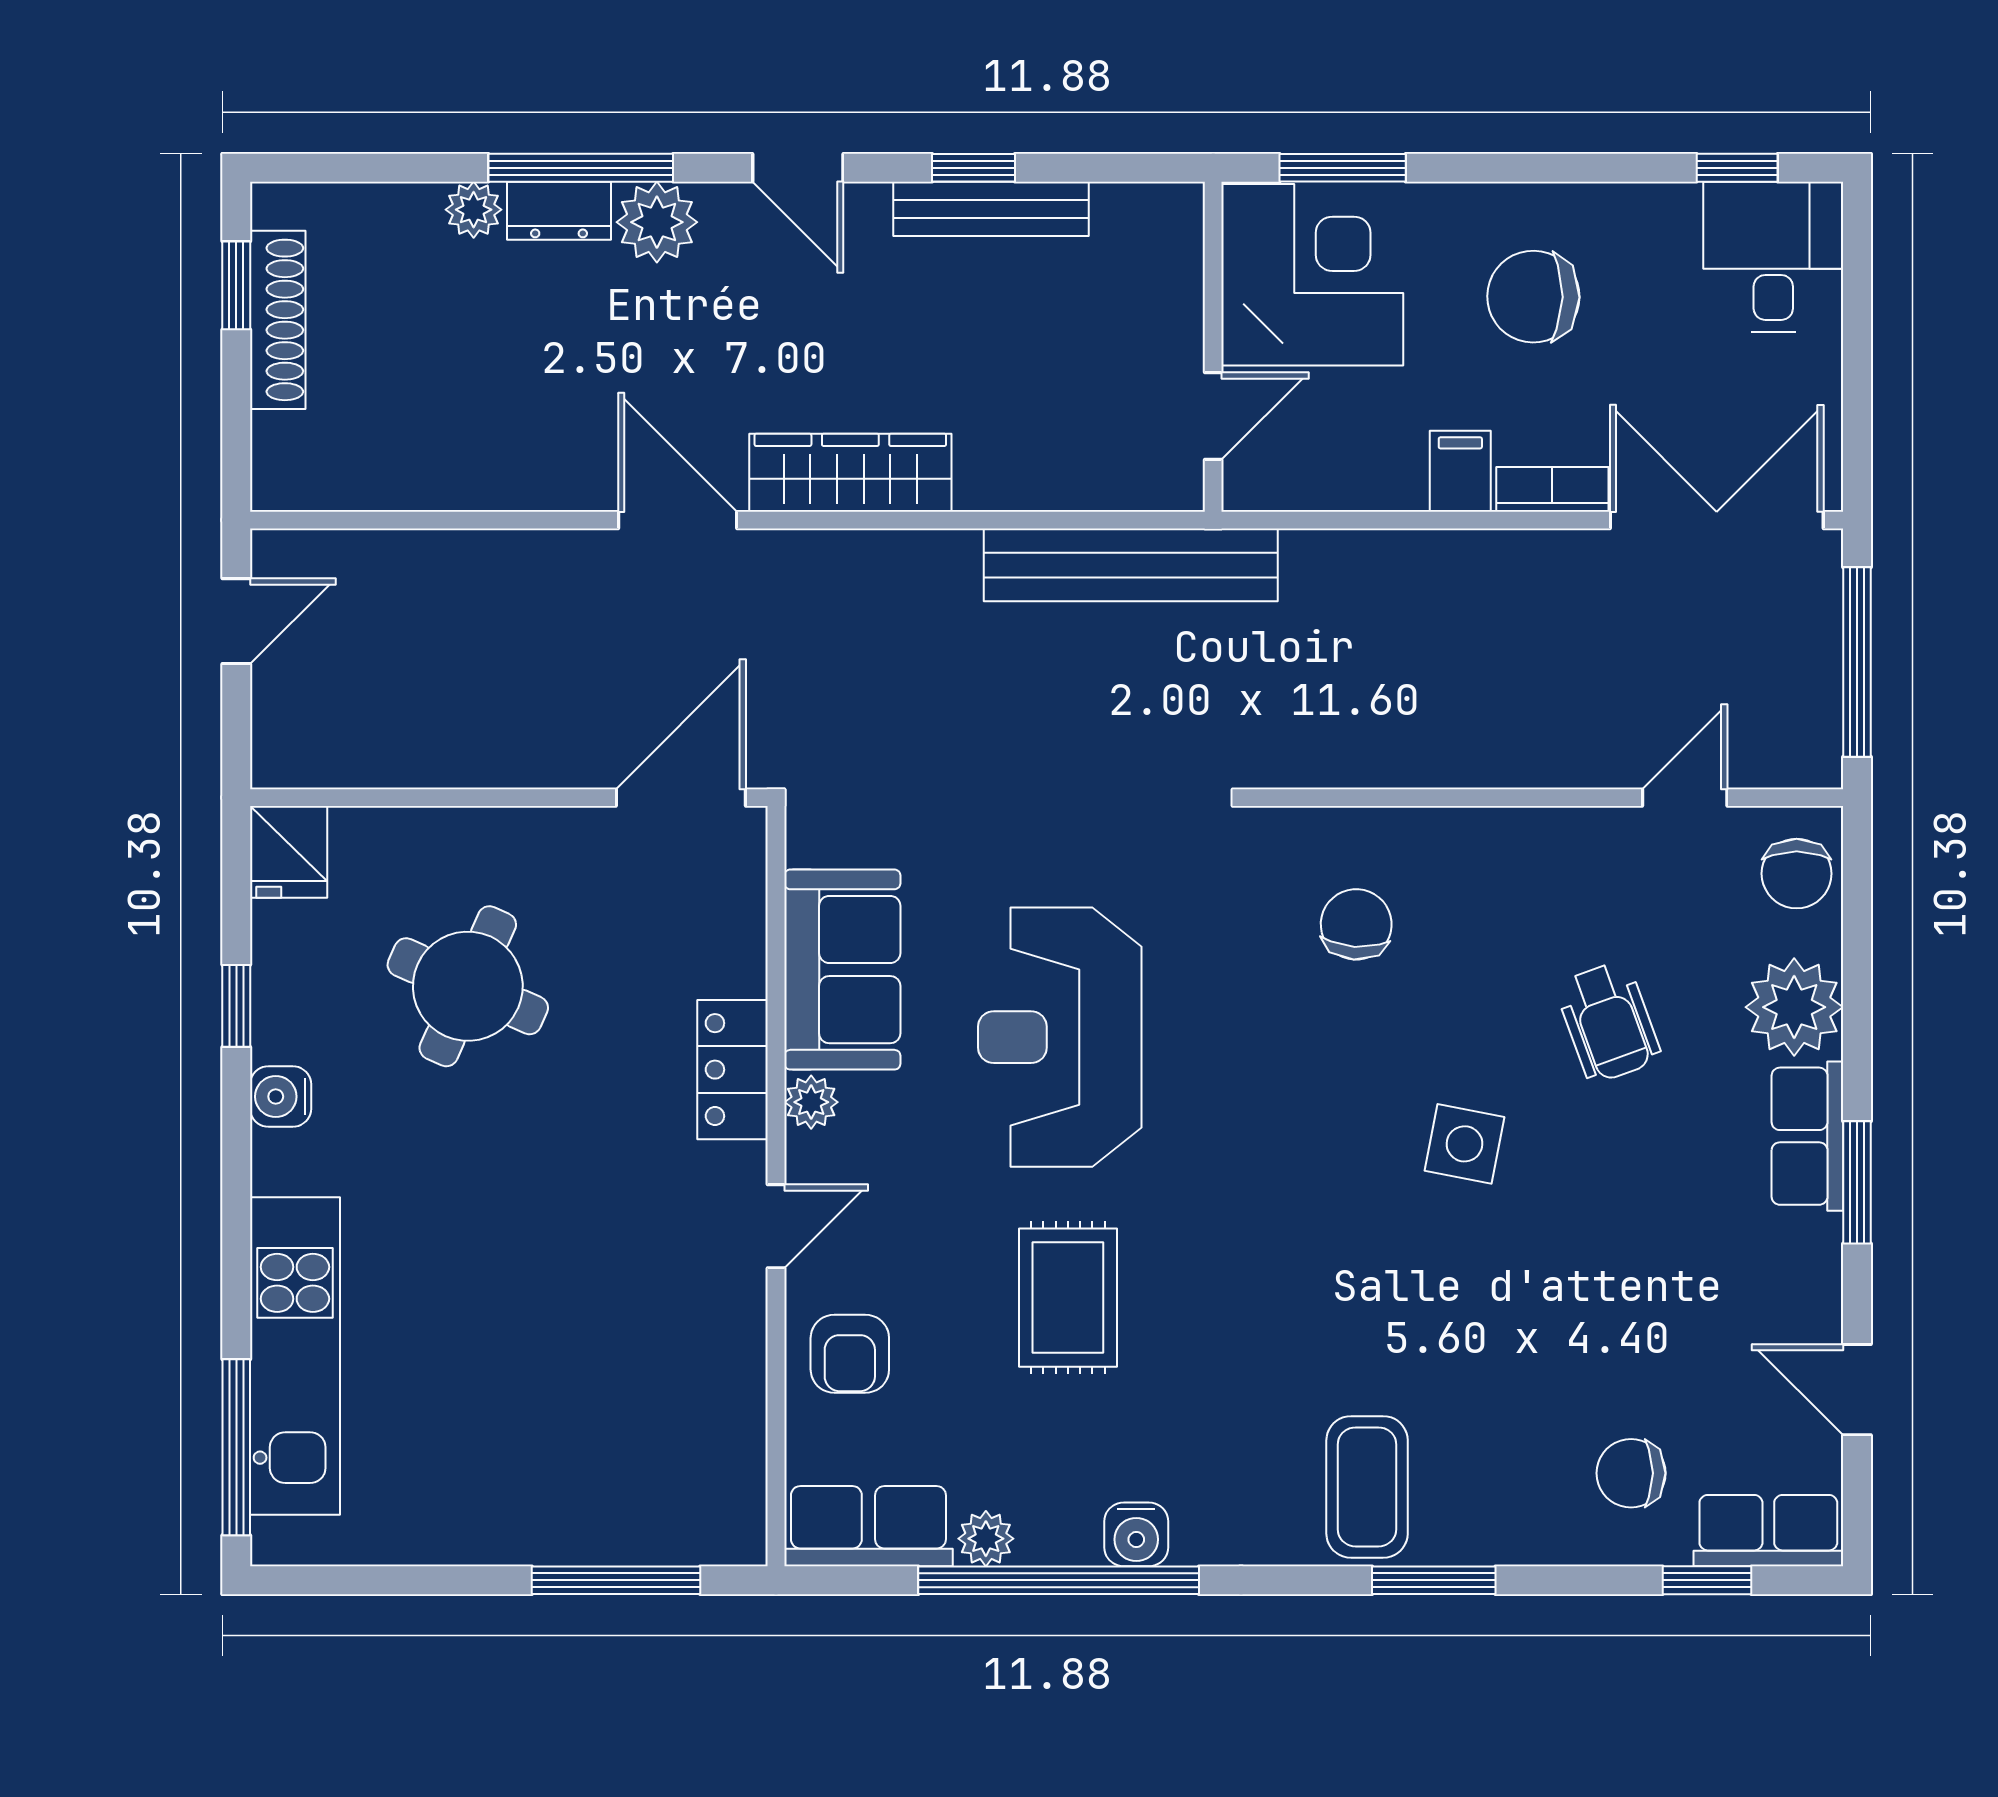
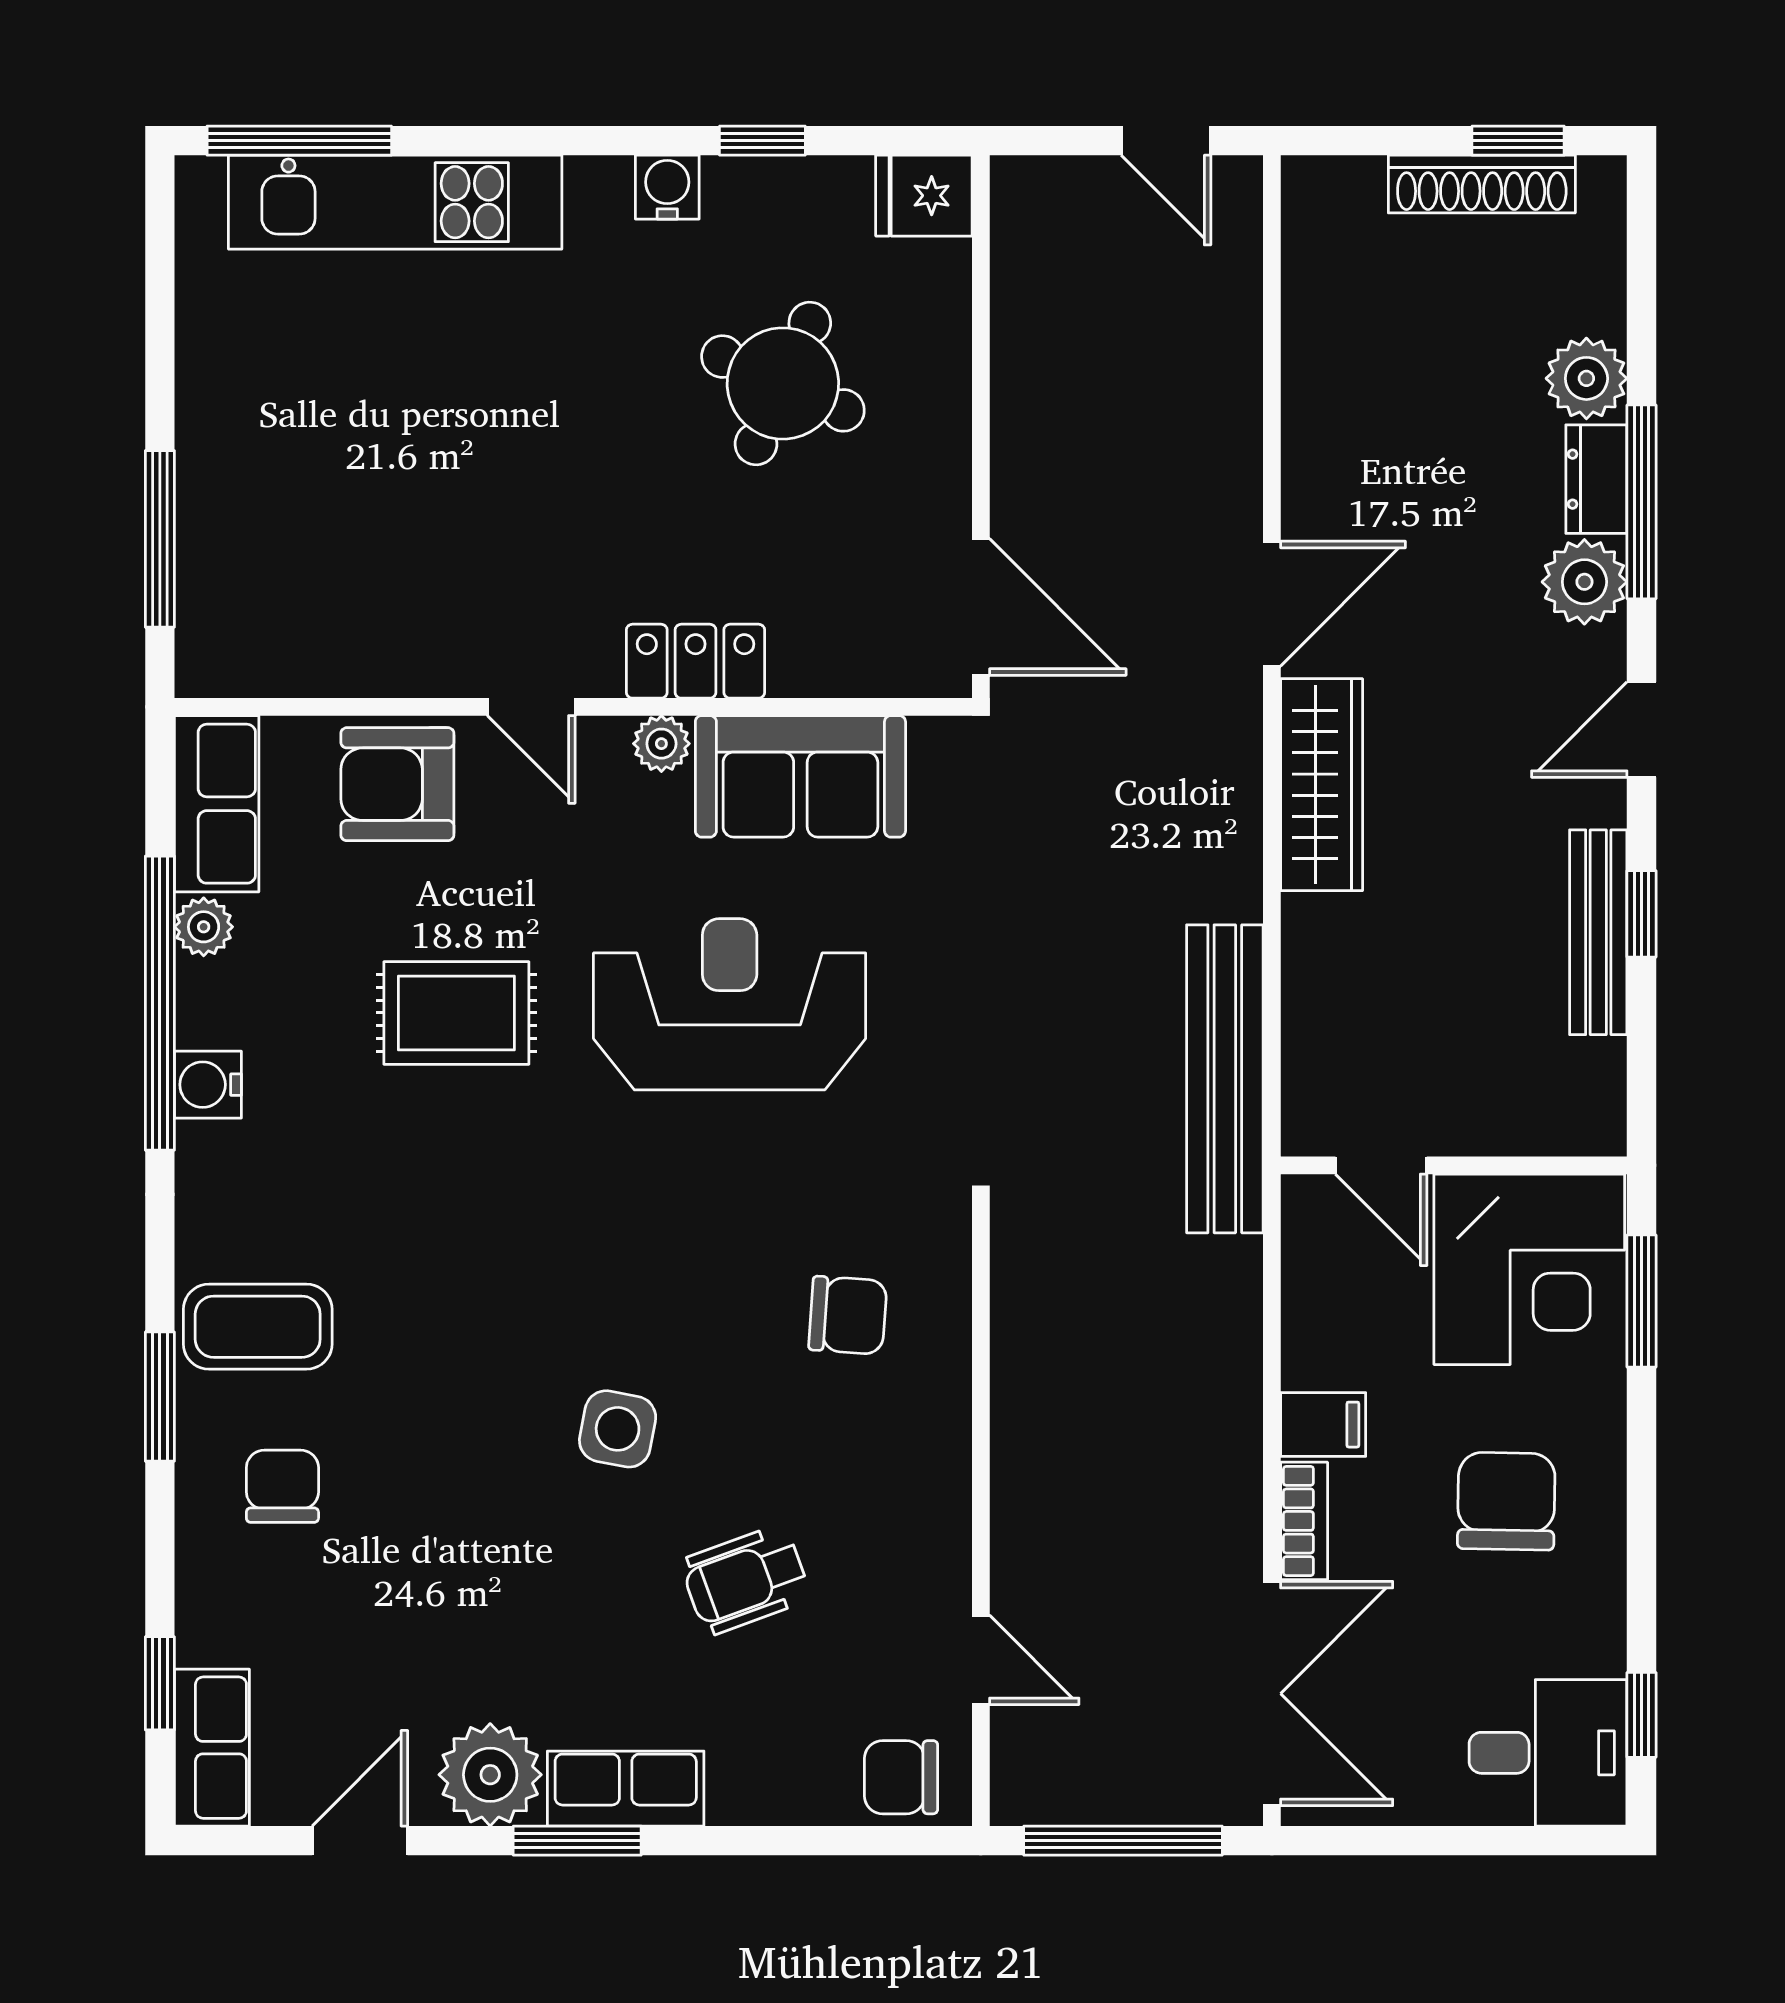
plant: (474, 210) -> (1586, 378), width x1.38, depth x1.38
plant: (1794, 1007) -> (490, 1775), moved
armchair: (850, 1354) -> (397, 784), width x1.38, depth x1.38
chair: (1631, 1473) -> (282, 1486), moved

